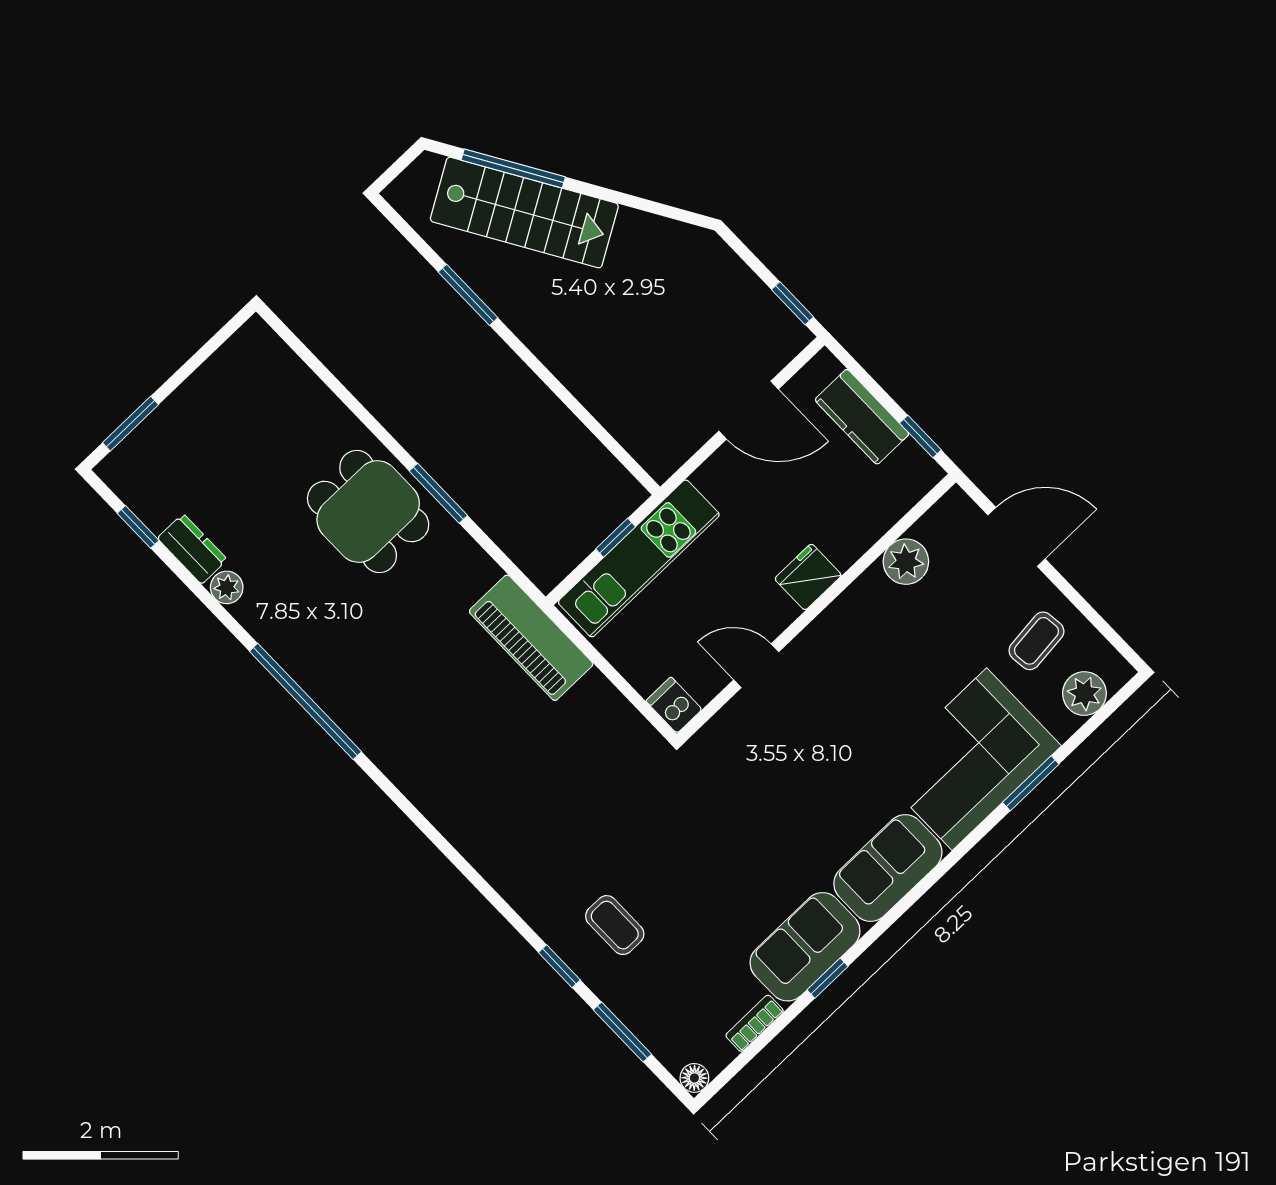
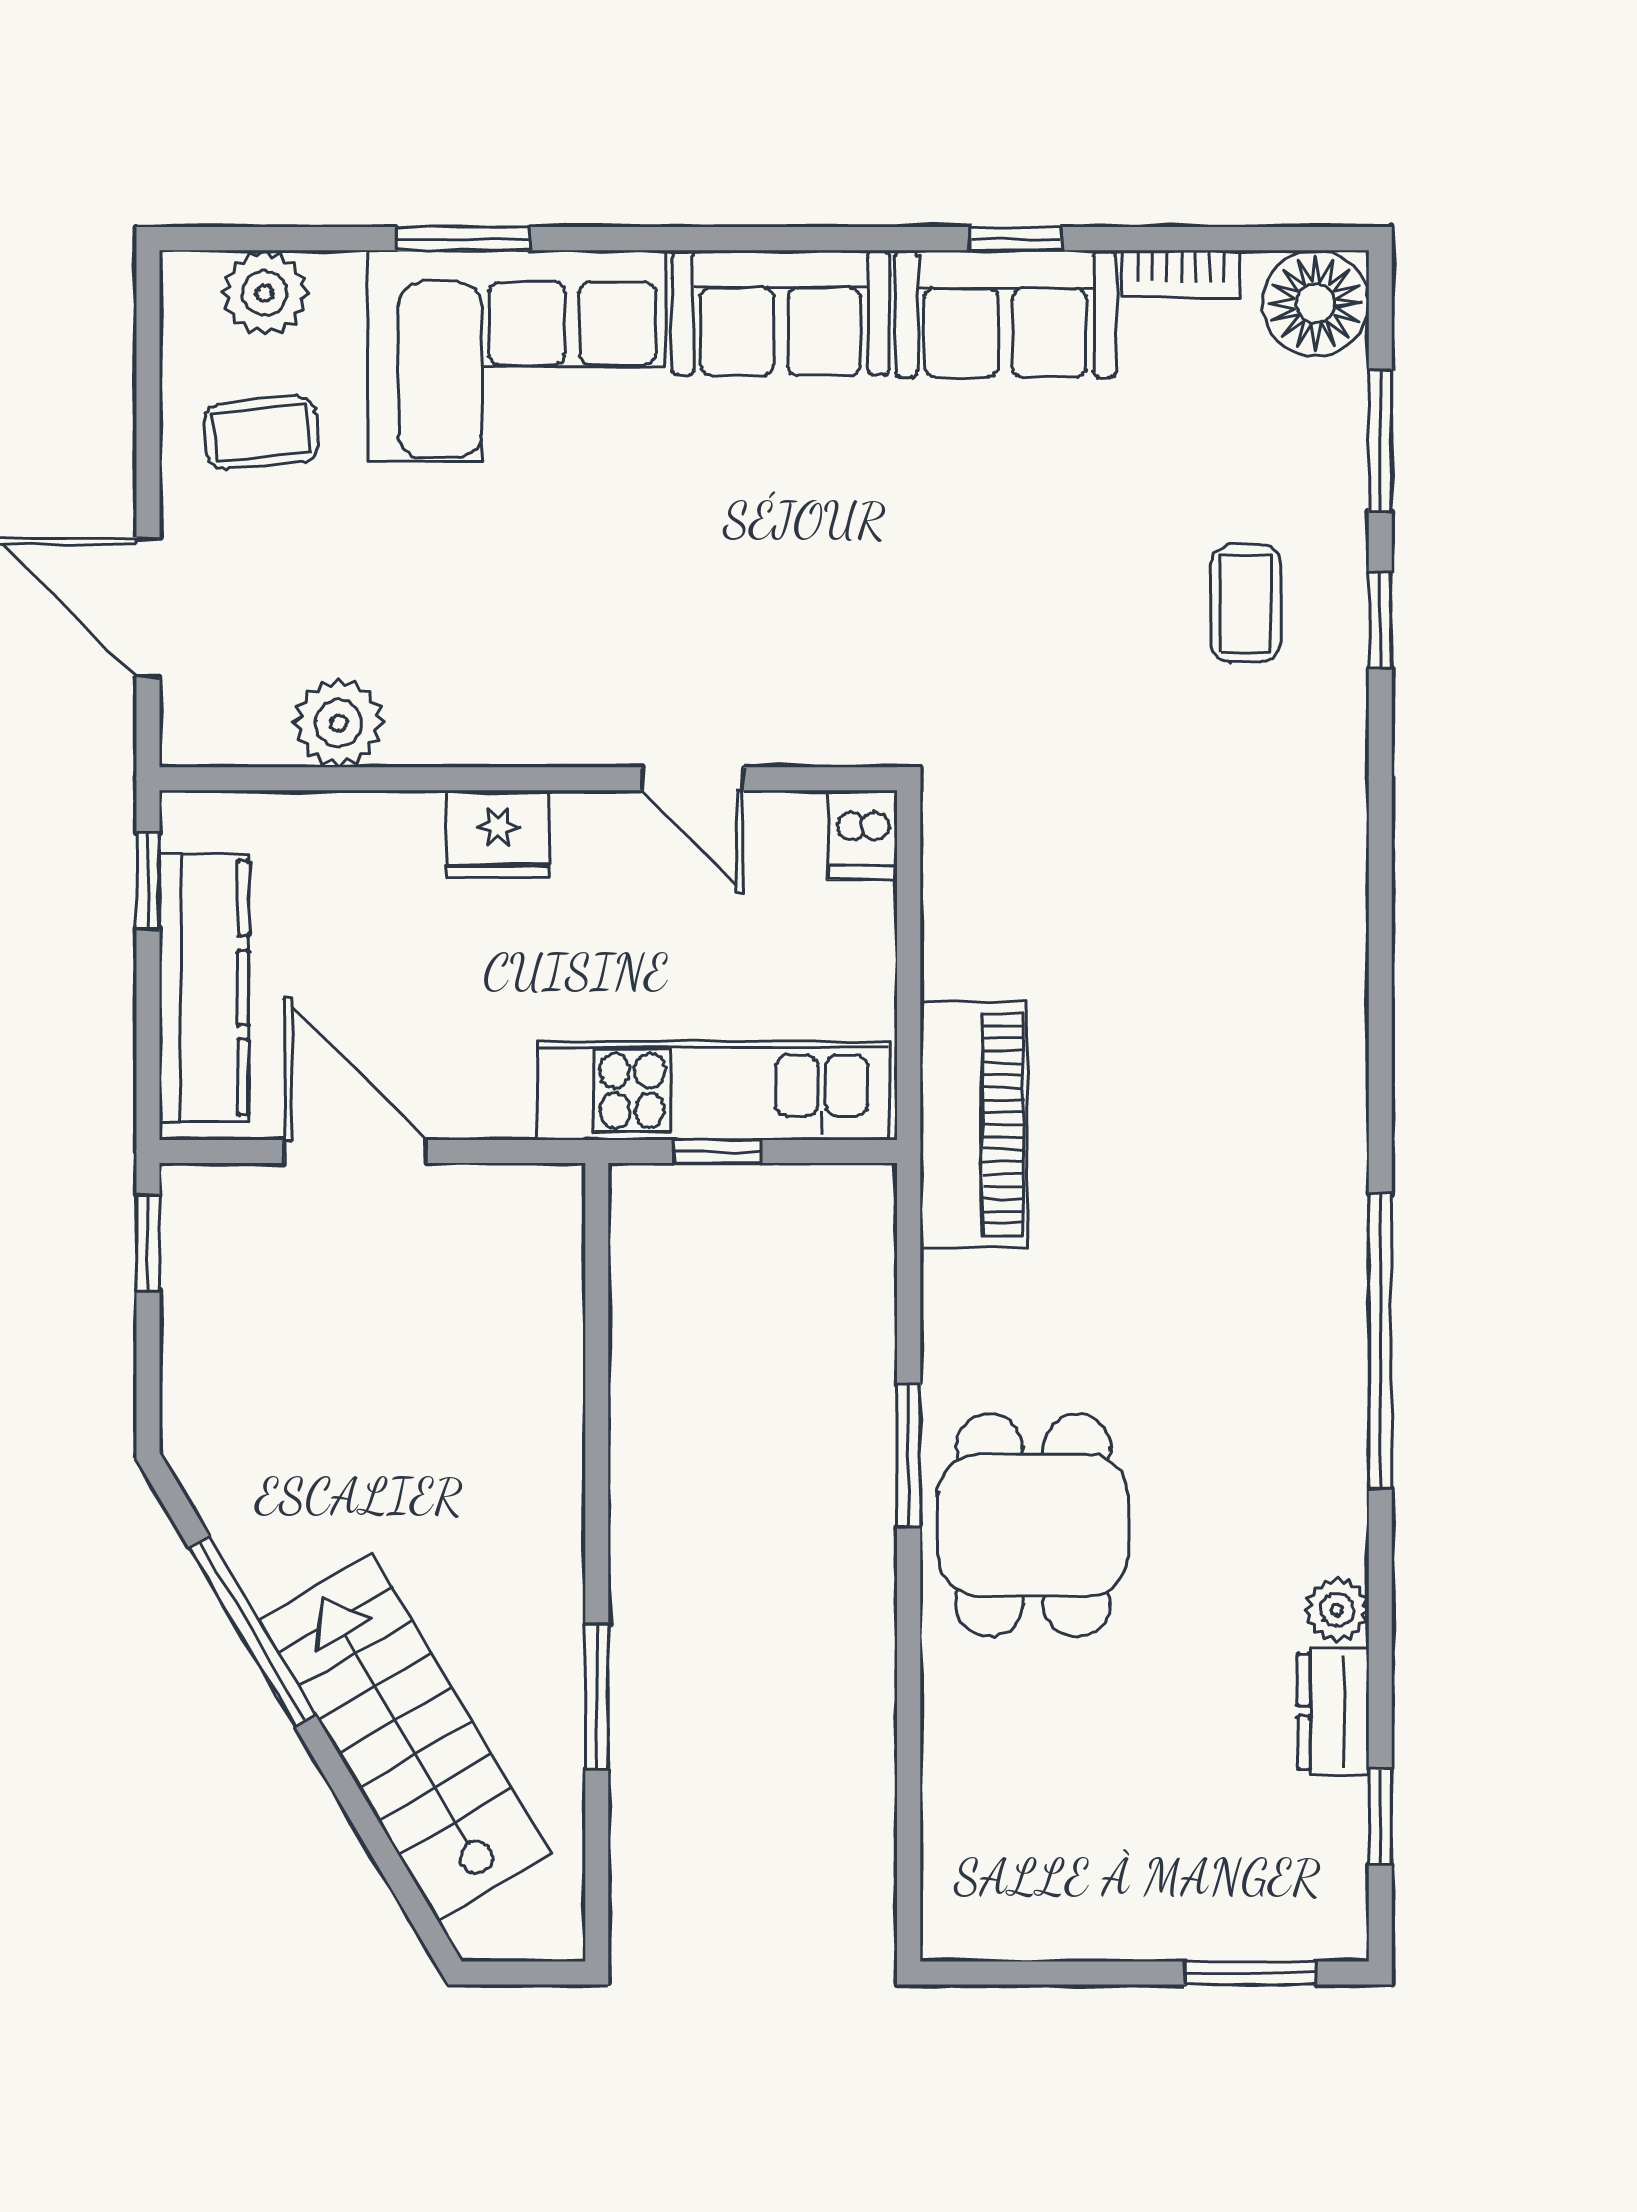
window: (513, 168) -> (252, 1632), moved
kitchen counter: (862, 417) -> (204, 988), width x1.50
floor lamp: (694, 1078) -> (1316, 303), width x1.89, depth x1.89

